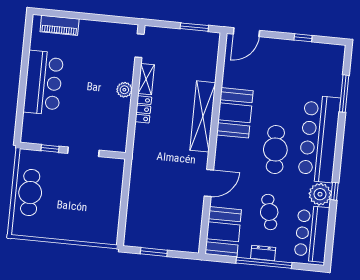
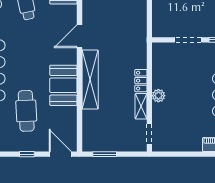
door: (246, 32) -> (60, 154), hinge flipped
window: (303, 38) -> (27, 154), moved
cafe table: (275, 149) -> (26, 111), moved
door: (209, 183) -> (80, 36), moved

